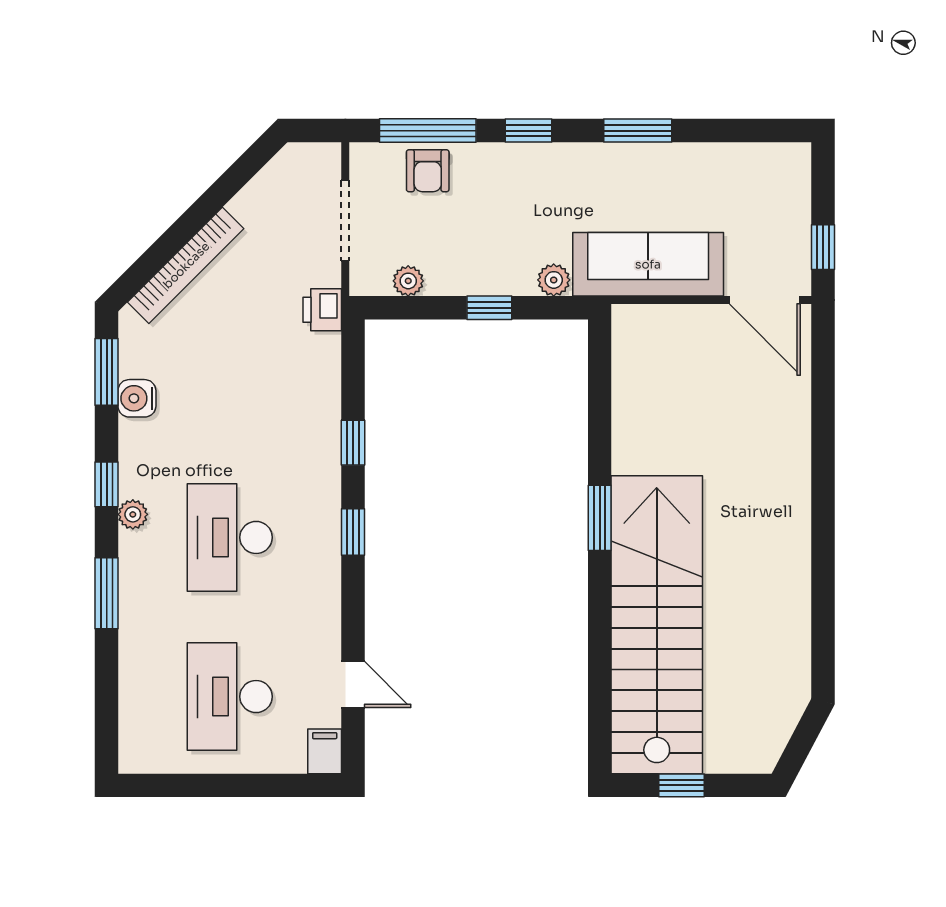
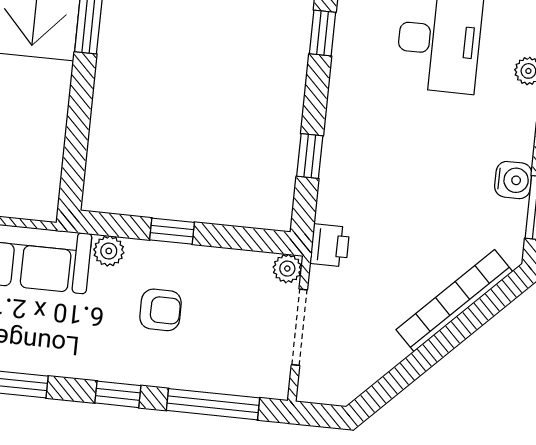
armchair: (428, 171) -> (161, 310), moved, turned 90
plant: (408, 281) -> (287, 269), moved
window: (353, 443) -> (310, 156), moved

